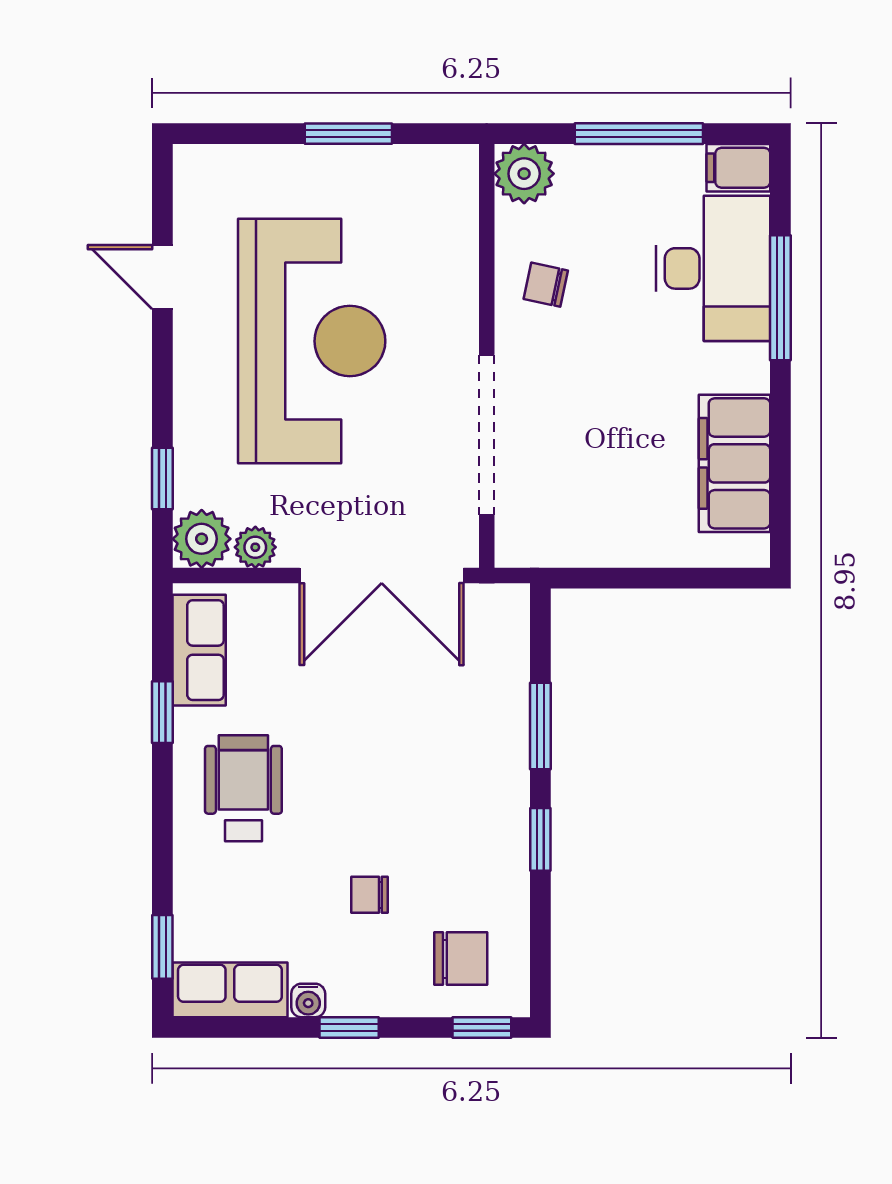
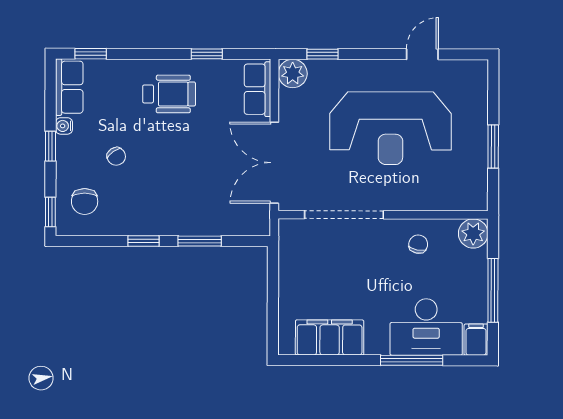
plant: (255, 547) -> (288, 100), removed
row of seats: (199, 650) -> (258, 89), moved, turned 90
chair: (369, 895) -> (116, 156), turned 145

